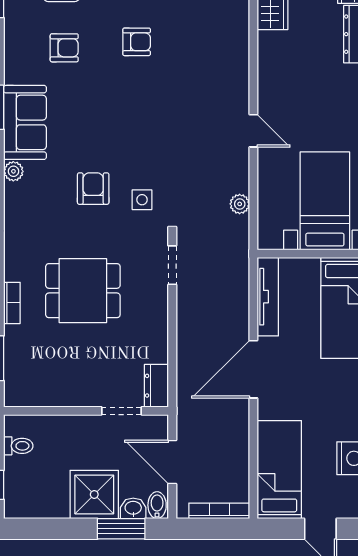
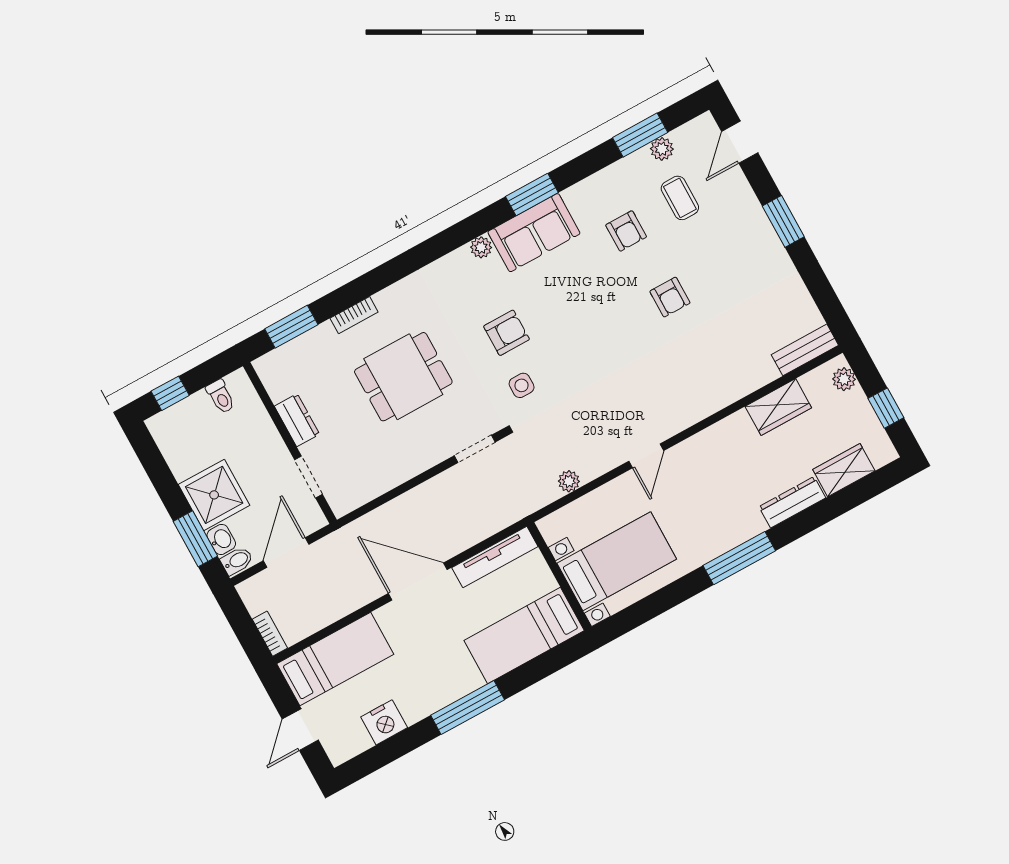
dining table: (83, 291) -> (403, 377), turned 90
dresser: (156, 386) -> (297, 420), moved, turned 90
bookcase: (219, 511) -> (270, 634), width x0.64

